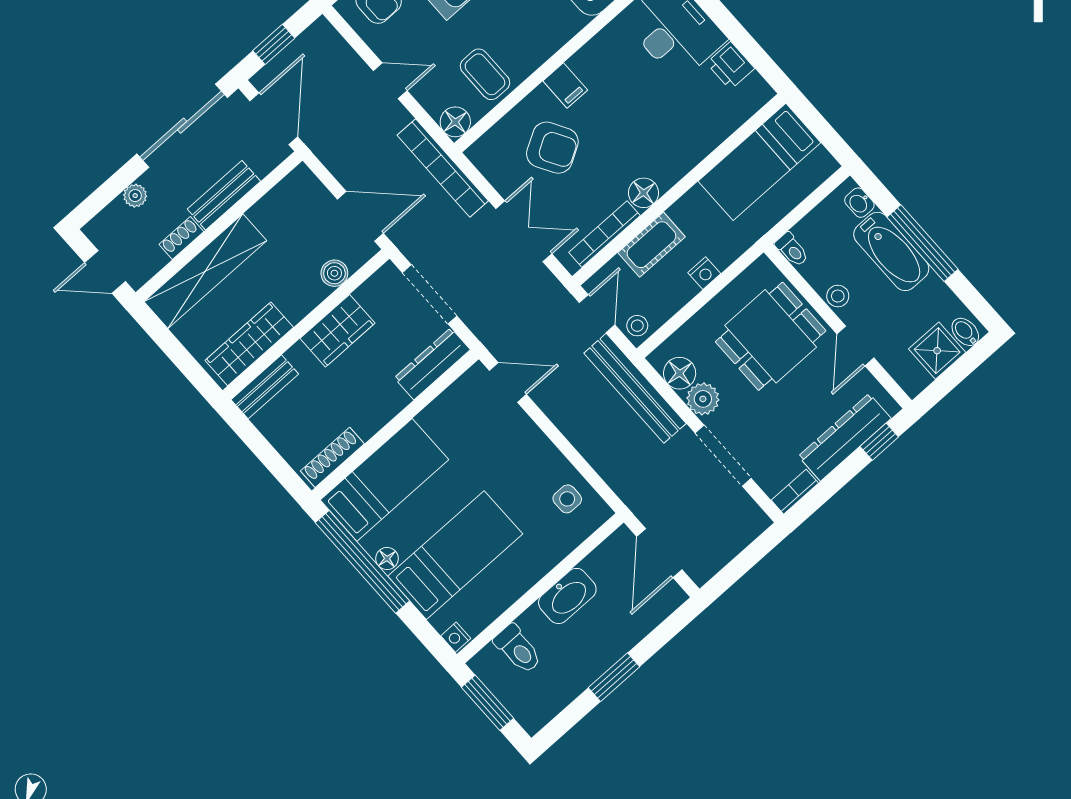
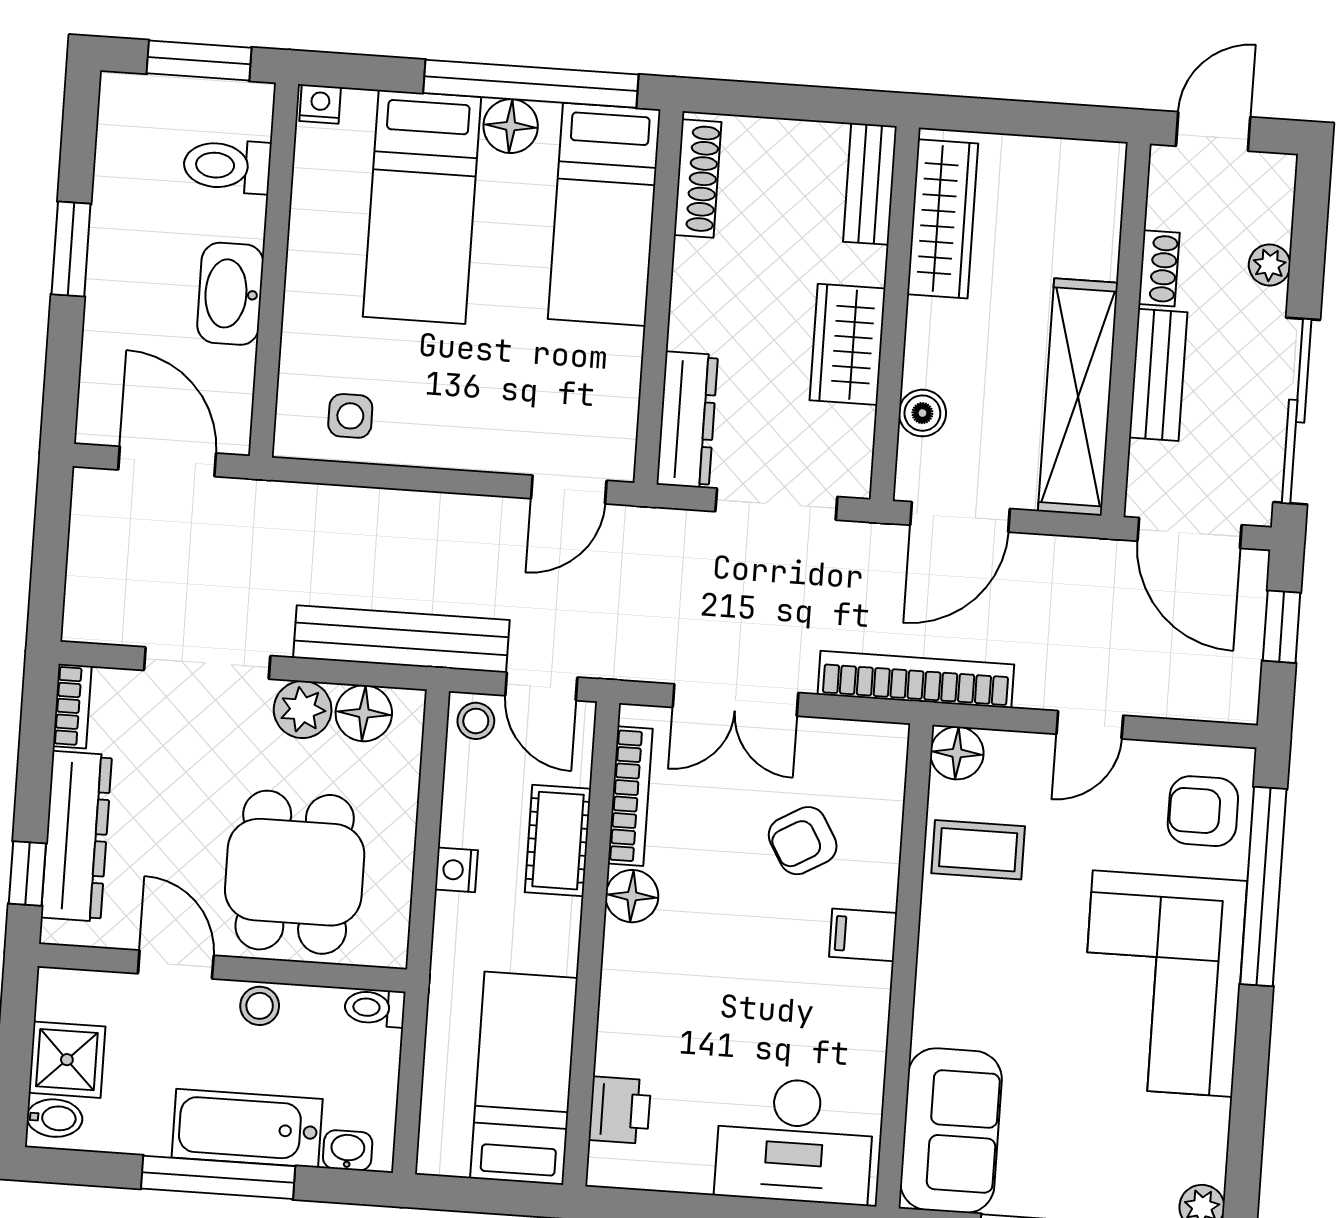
printer: (730, 66) -> (620, 1110), moved, turned 90
armchair: (552, 148) -> (803, 841), width x0.72, depth x0.72
shelving: (205, 271) -> (1078, 397), moved
floor lamp: (387, 559) -> (511, 126), width x1.37, depth x1.37

